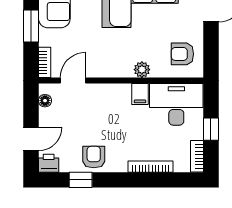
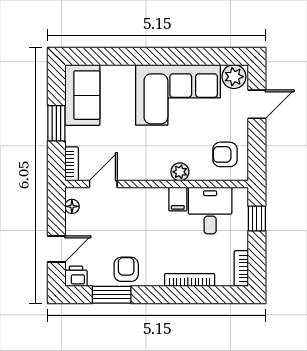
desk: (176, 104) -> (210, 210), width x0.73
window: (211, 129) -> (257, 219), moved
window: (81, 180) -> (112, 295), width x1.50

